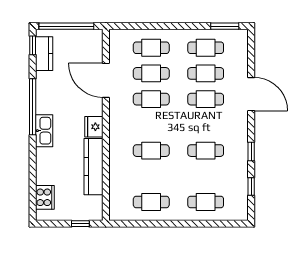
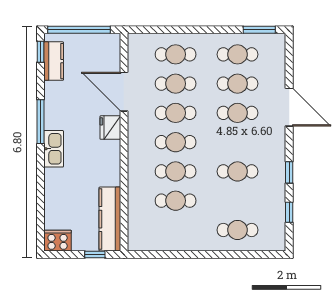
window: (33, 107) -> (41, 122), width x0.68
cafe table: (151, 125) -> (176, 142), added
fridge: (94, 127) -> (110, 128), moved
kitchen counter: (94, 167) -> (110, 219), moved
cooker: (45, 197) -> (58, 241), moved, turned -90
cafe table: (151, 202) -> (176, 201), moved

